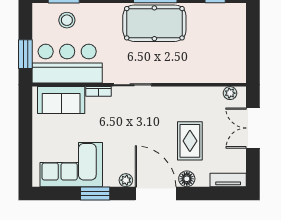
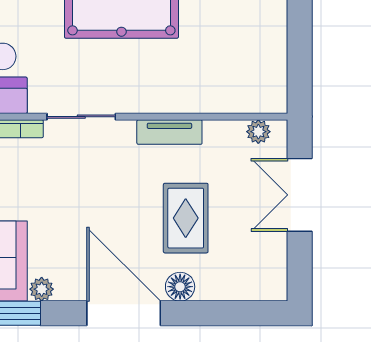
plant: (126, 180) -> (42, 289), moved
tv unit: (228, 180) -> (169, 132), moved, turned 180

